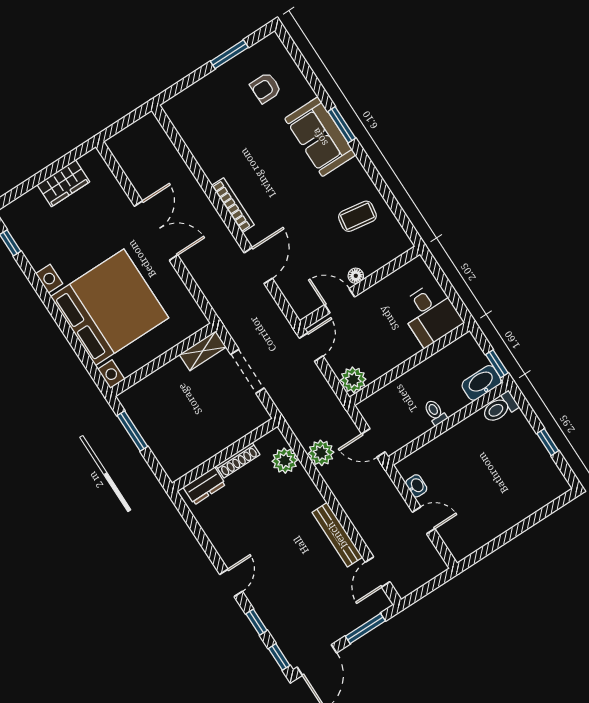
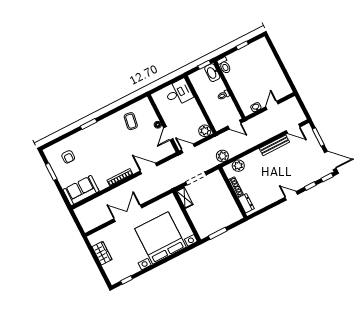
sofa: (320, 137) -> (81, 190), moved, turned 180
door: (373, 443) -> (234, 125), hinge flipped
plant: (321, 453) -> (222, 156), moved

